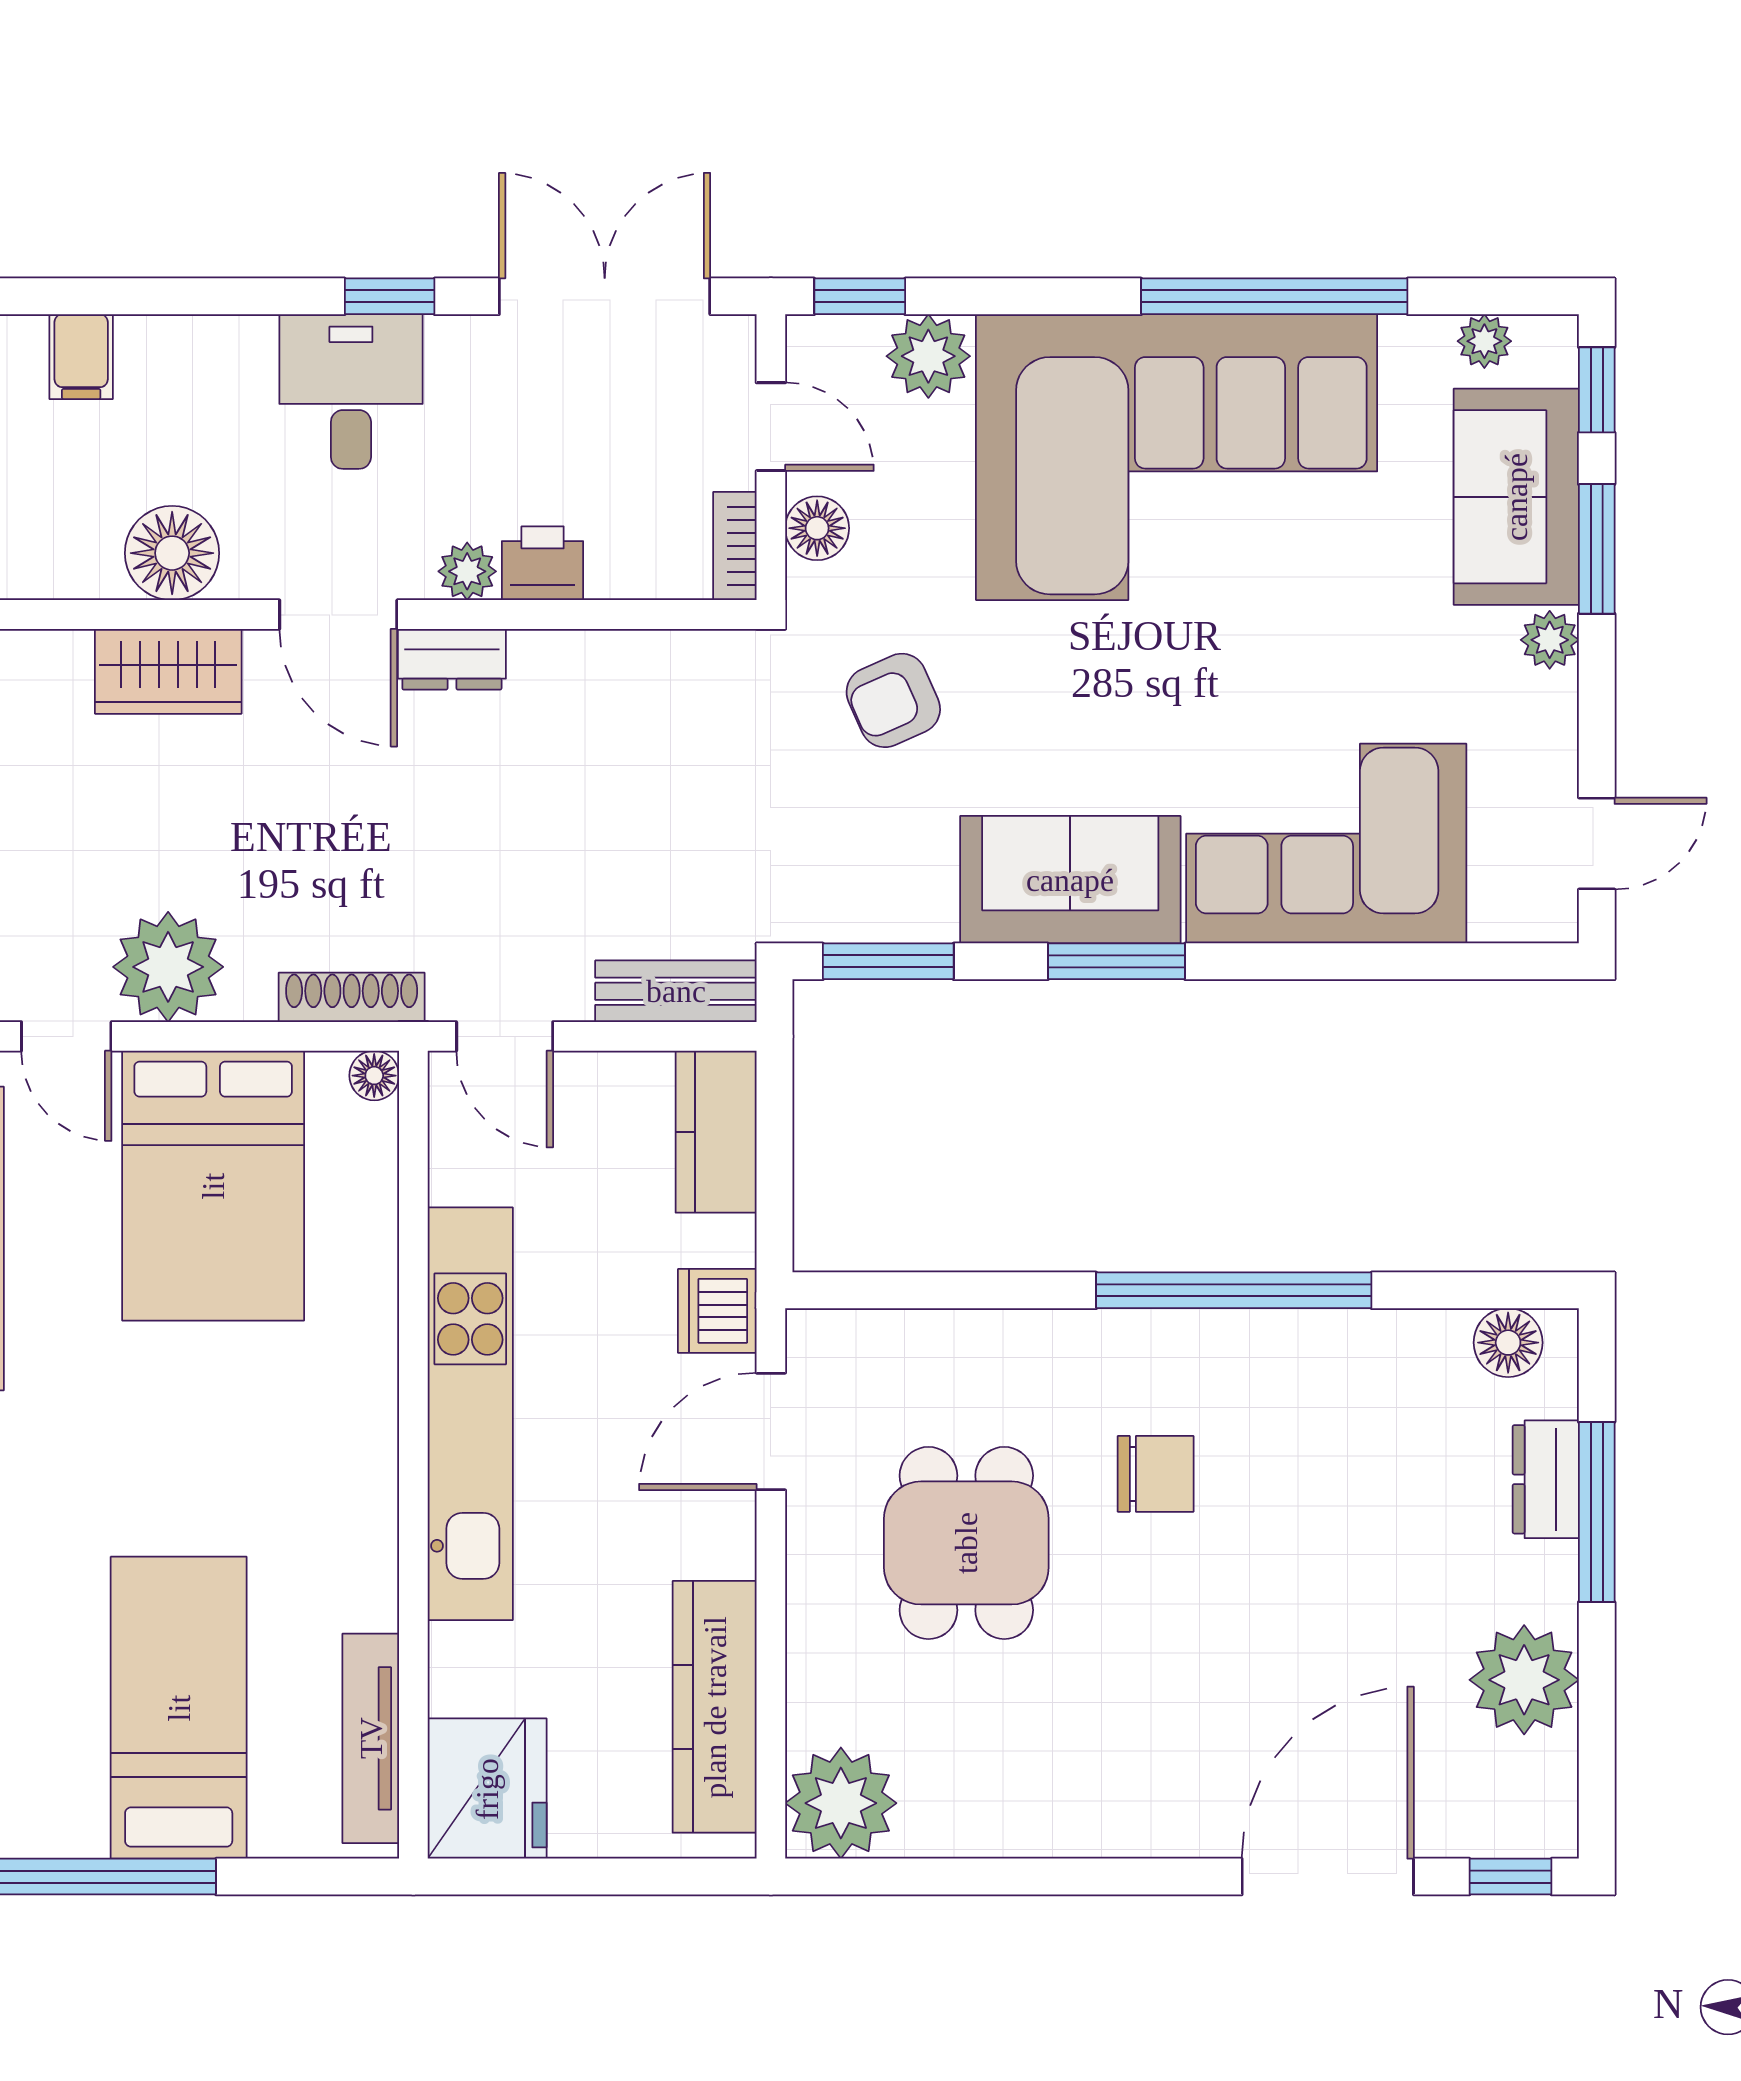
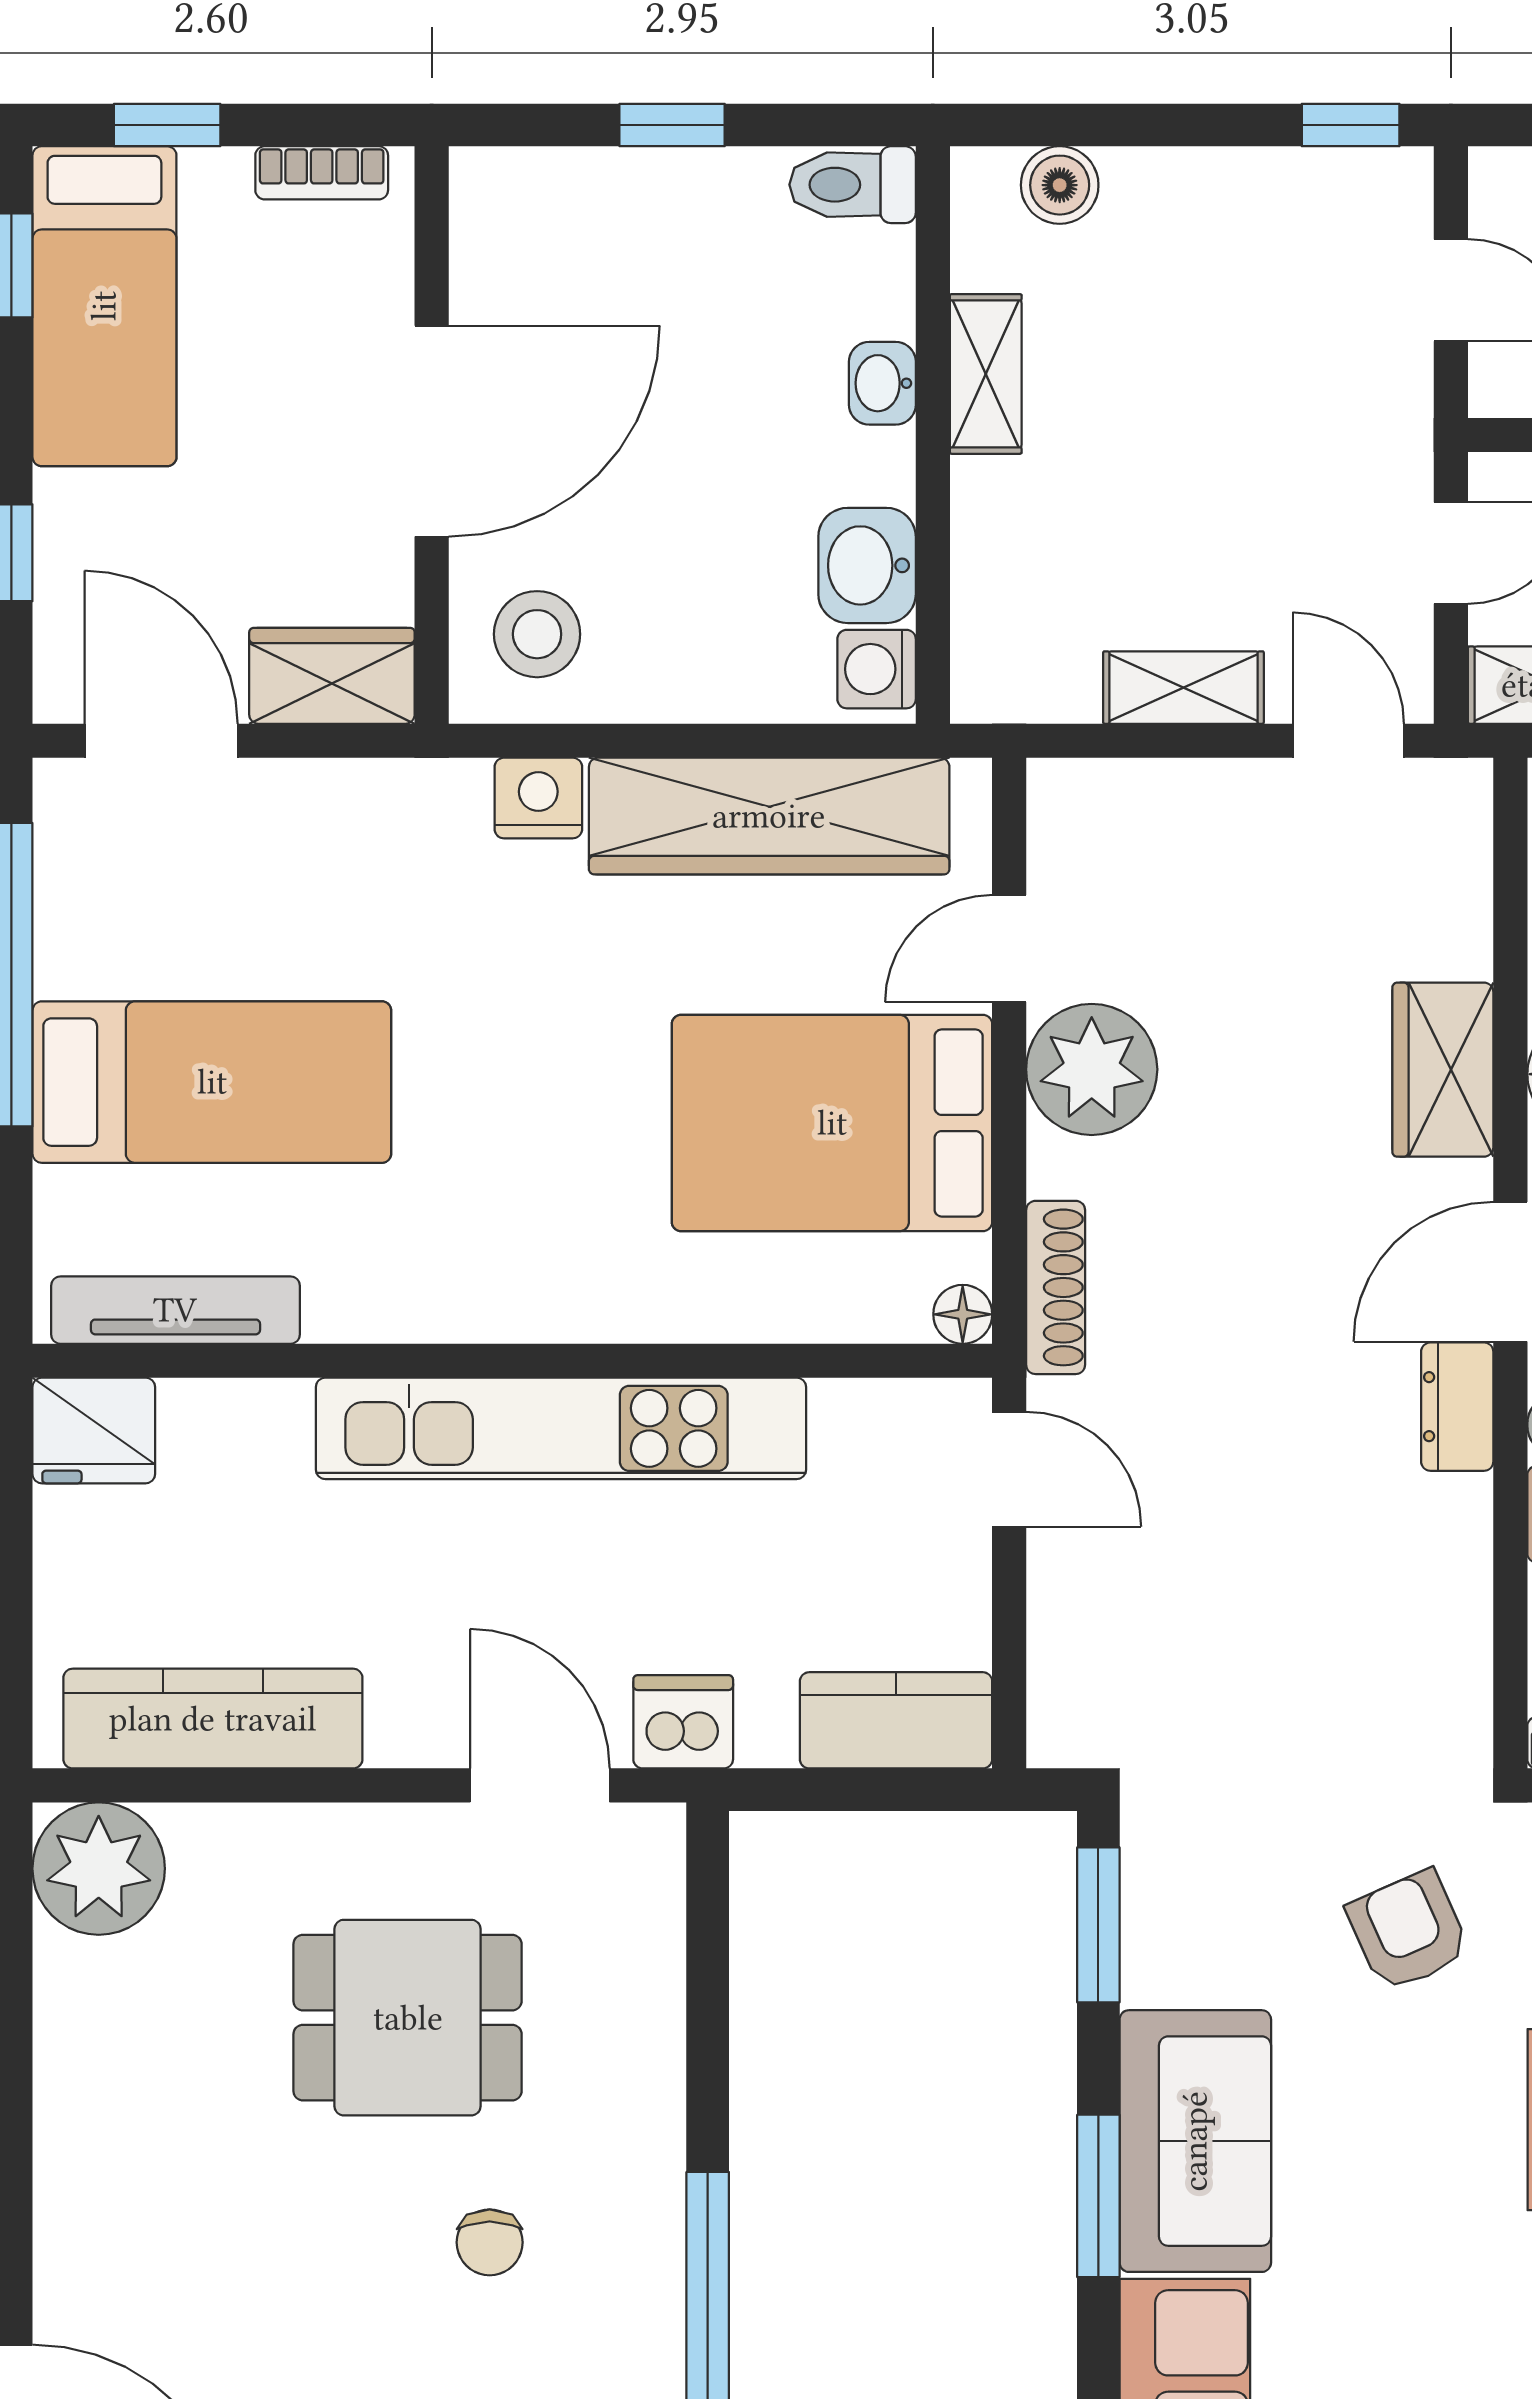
bench: (676, 991) -> (1063, 1673), removed
door: (505, 1036) -> (1009, 1469), swing flipped
chair: (1156, 1474) -> (490, 2242), width x0.73, depth x0.73
fridge: (487, 1789) -> (94, 1431), width x0.73, depth x0.75

